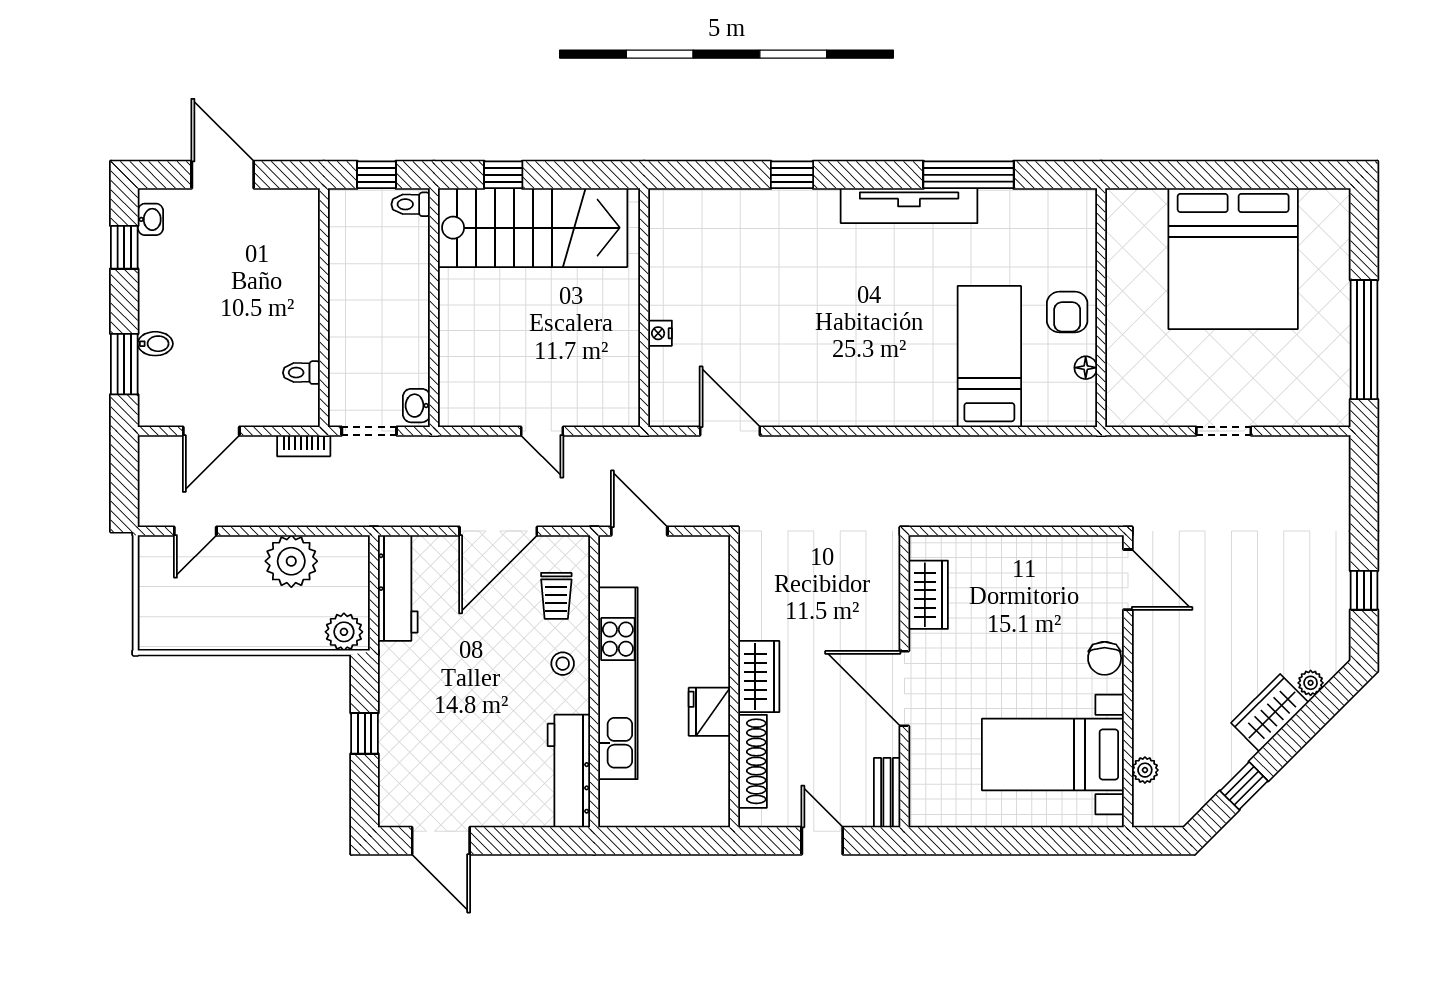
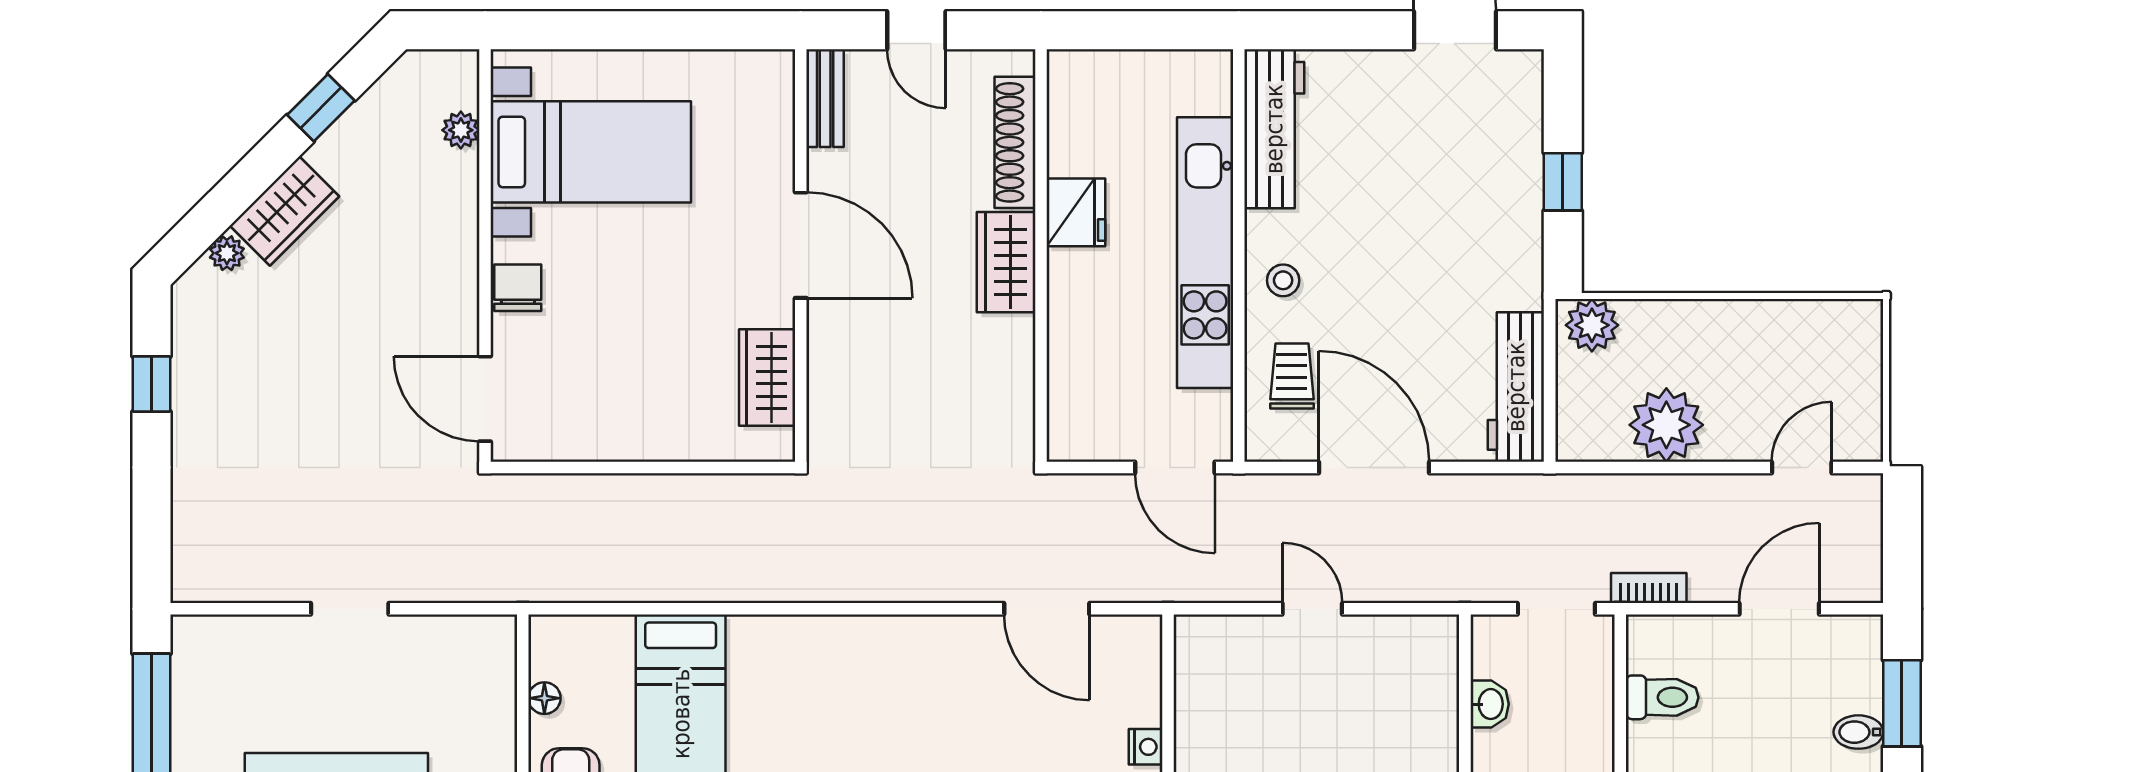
toilet: (301, 373) -> (1662, 697), width x1.37, depth x1.39
washbasin: (416, 406) -> (1490, 704), moved
door: (498, 531) -> (1374, 467), hinge flipped

